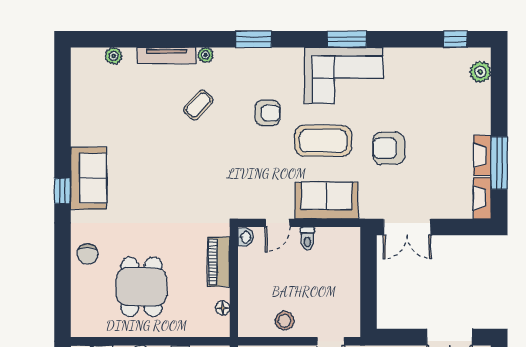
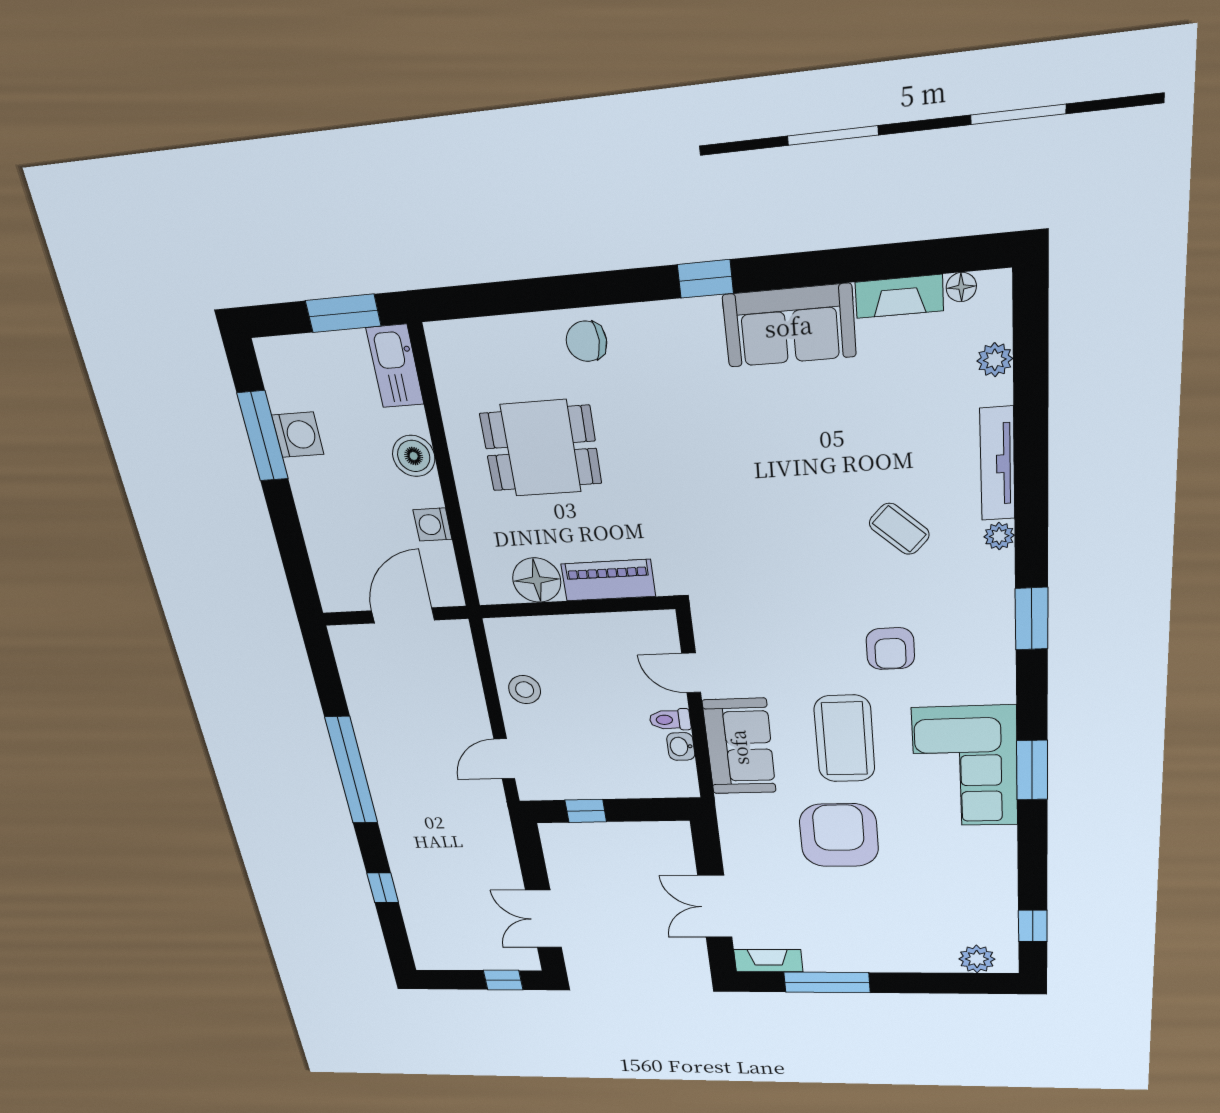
floor lamp: (78, 71) -> (961, 287), added
armchair: (389, 148) -> (839, 835), width x1.36, depth x1.36
fireplace: (482, 155) -> (899, 296), moved, turned 180
sofa: (89, 178) -> (789, 326), moved
double door: (407, 227) -> (715, 907), moved
washbasin: (245, 237) -> (681, 746), moved, turned 90
window: (369, 297) -> (586, 811), added
floor lamp: (223, 308) -> (537, 580), width x1.89, depth x1.89

